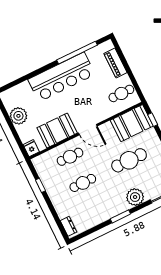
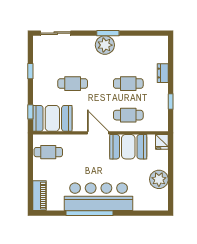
window: (77, 53) -> (89, 213), moved
piano: (116, 63) -> (39, 196), moved
cafe table: (129, 160) -> (73, 84), width x0.73, depth x0.74
plant: (135, 197) -> (105, 45), moved
dresser: (69, 226) -> (163, 73), moved

